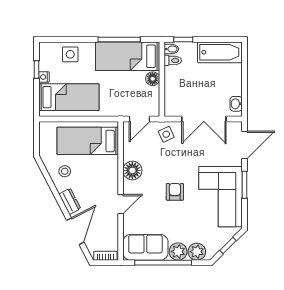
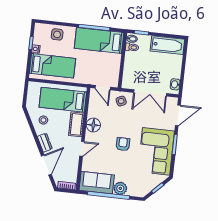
floor lamp: (153, 79) -> (116, 59), removed
door: (139, 119) -> (103, 88), hinge flipped
cot: (110, 172) -> (76, 124), added
plant: (197, 252) -> (134, 190), removed

